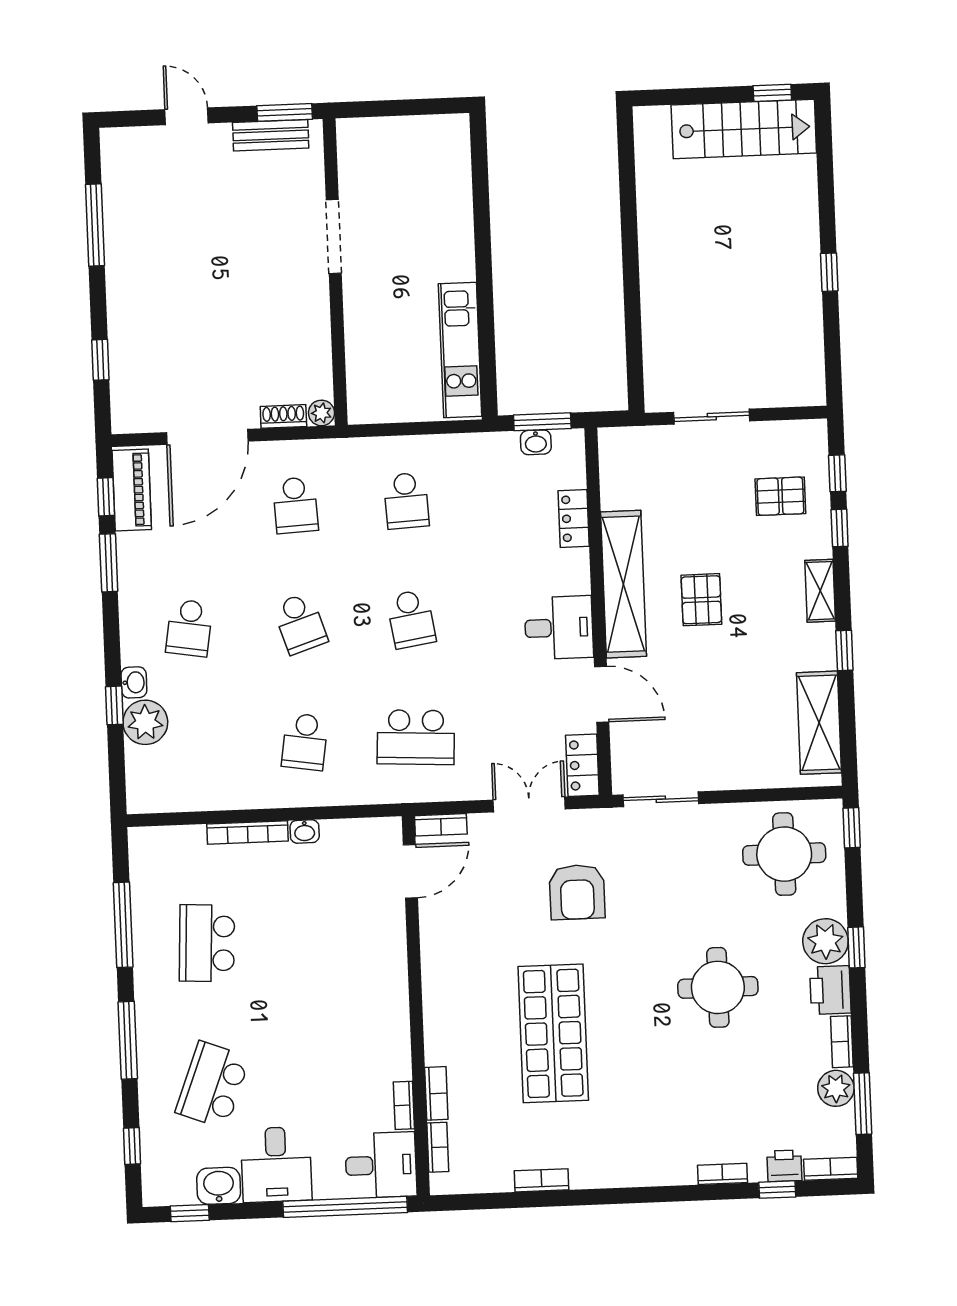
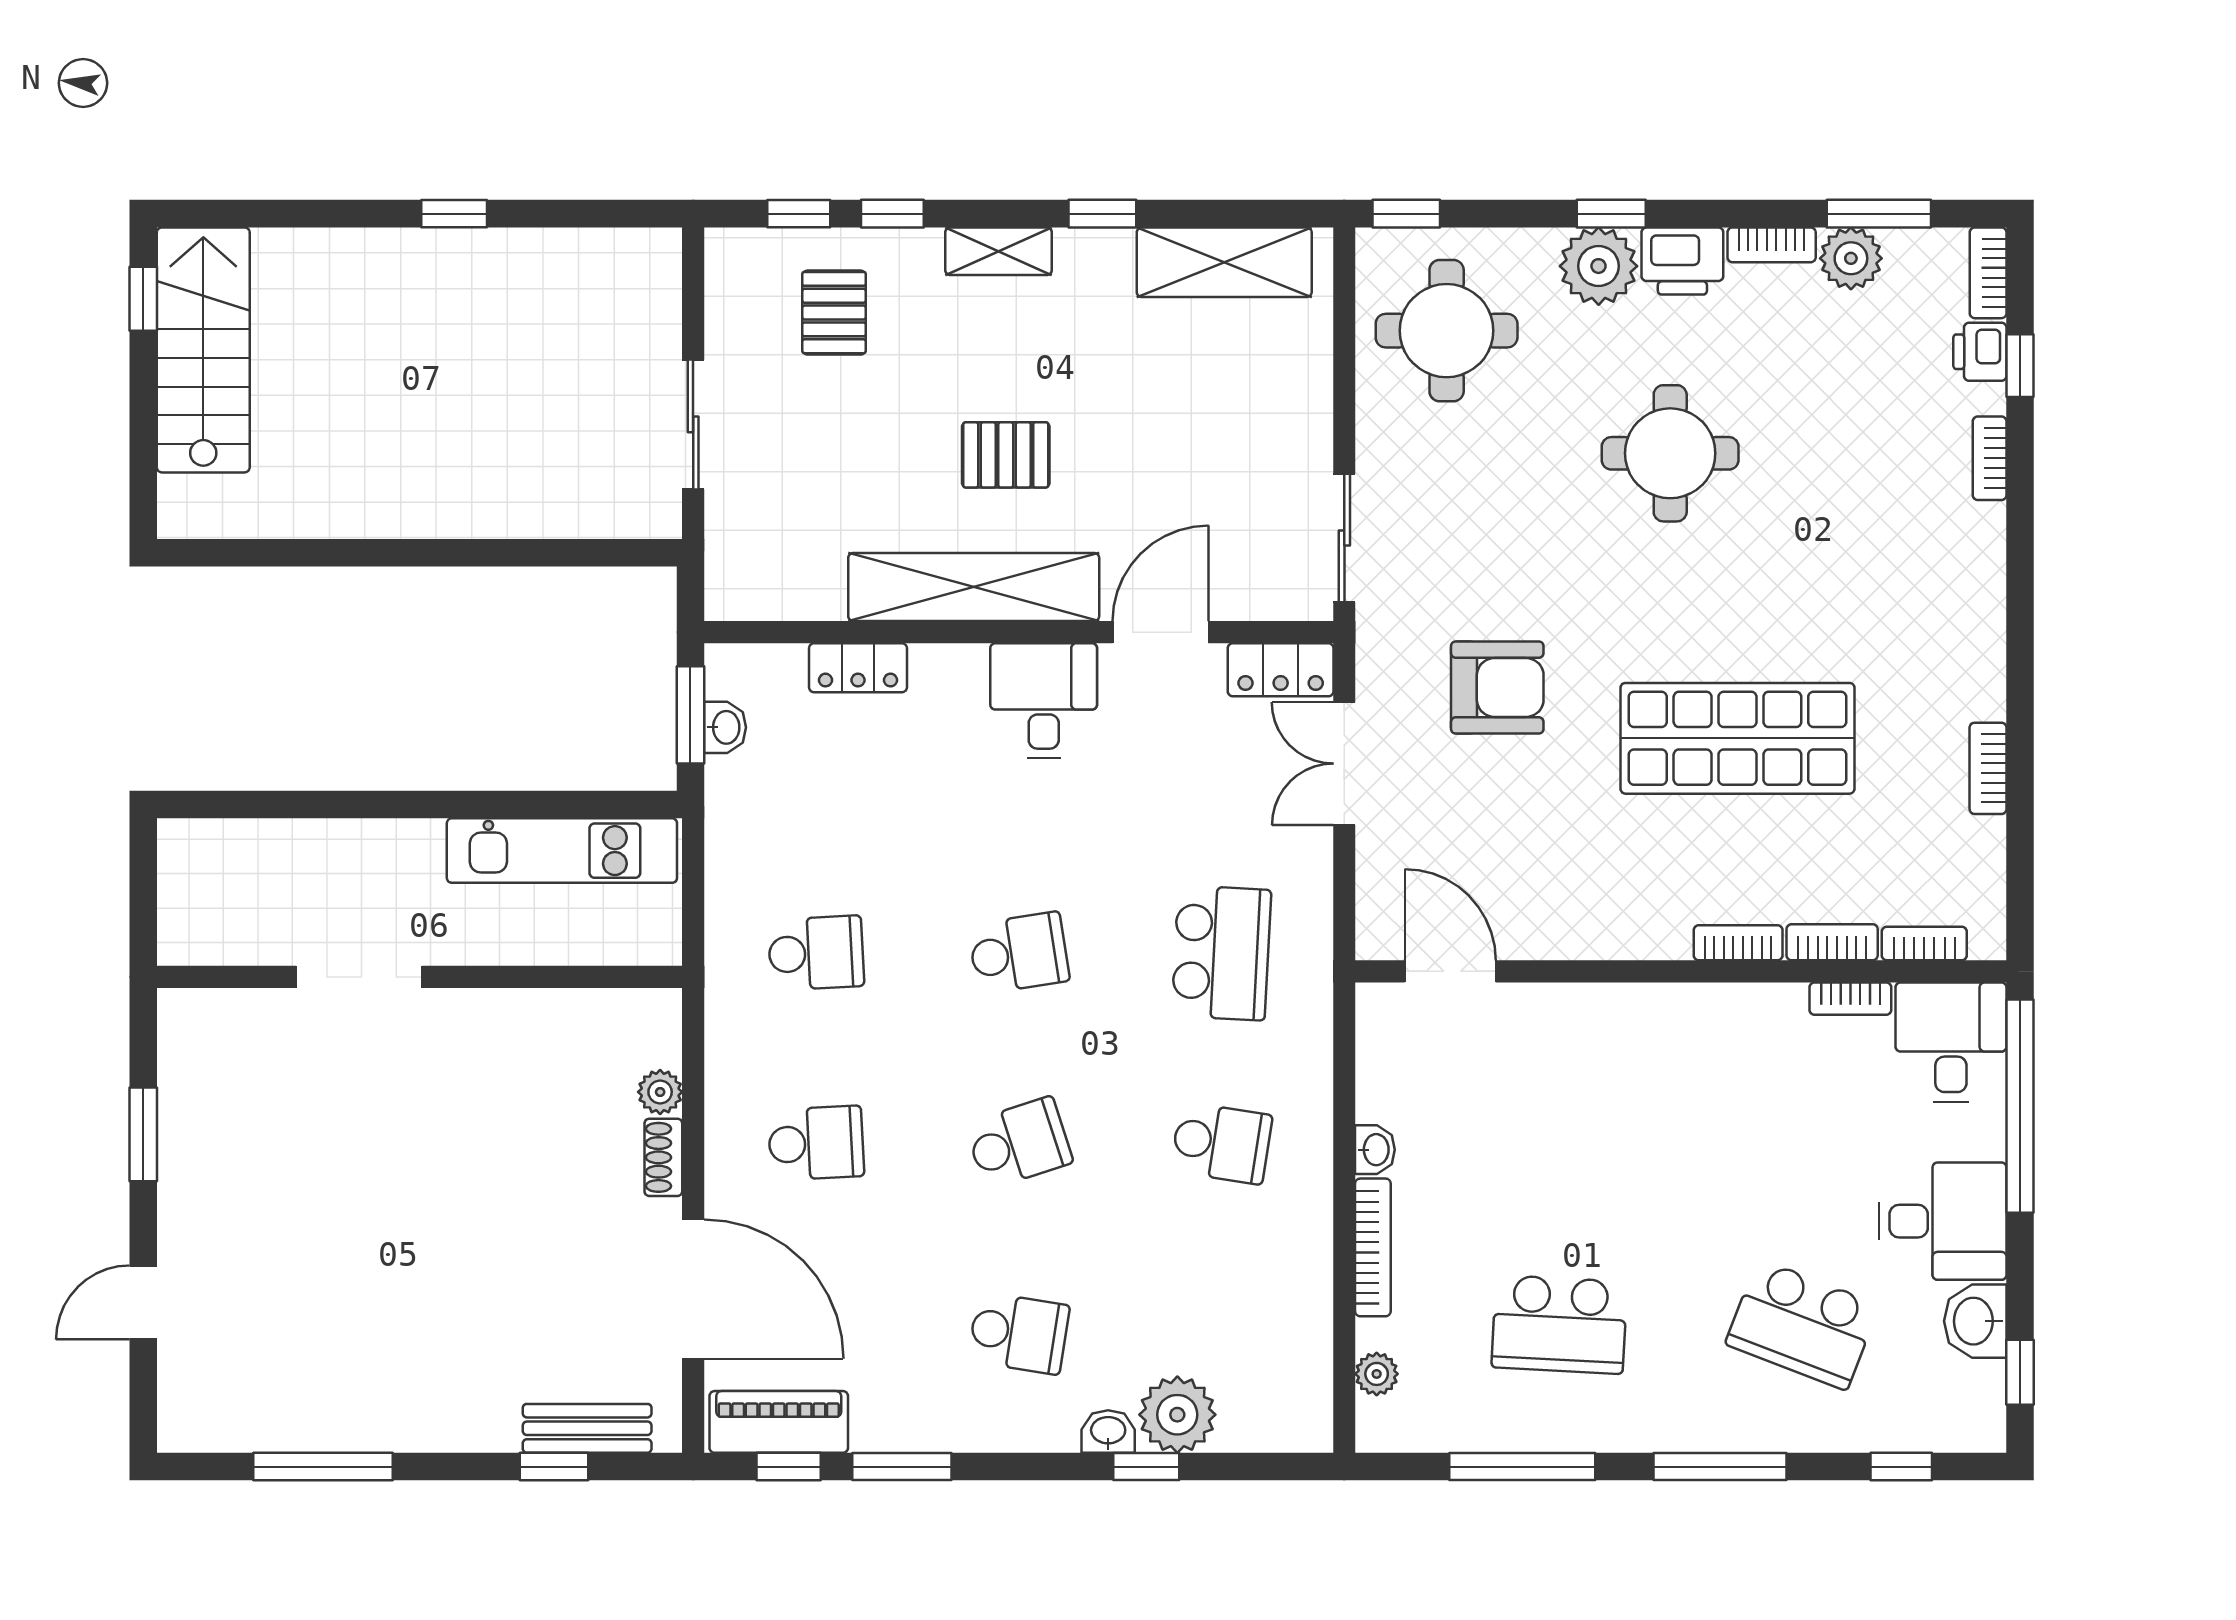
bench: (271, 135) -> (587, 1428), moved, turned 90
doorway: (334, 237) -> (359, 977), moved
wall: (335, 272) -> (420, 977), moved
bookcase: (441, 825) -> (1738, 943), moved, turned -90
plant: (174, 838) -> (1377, 1374), added

